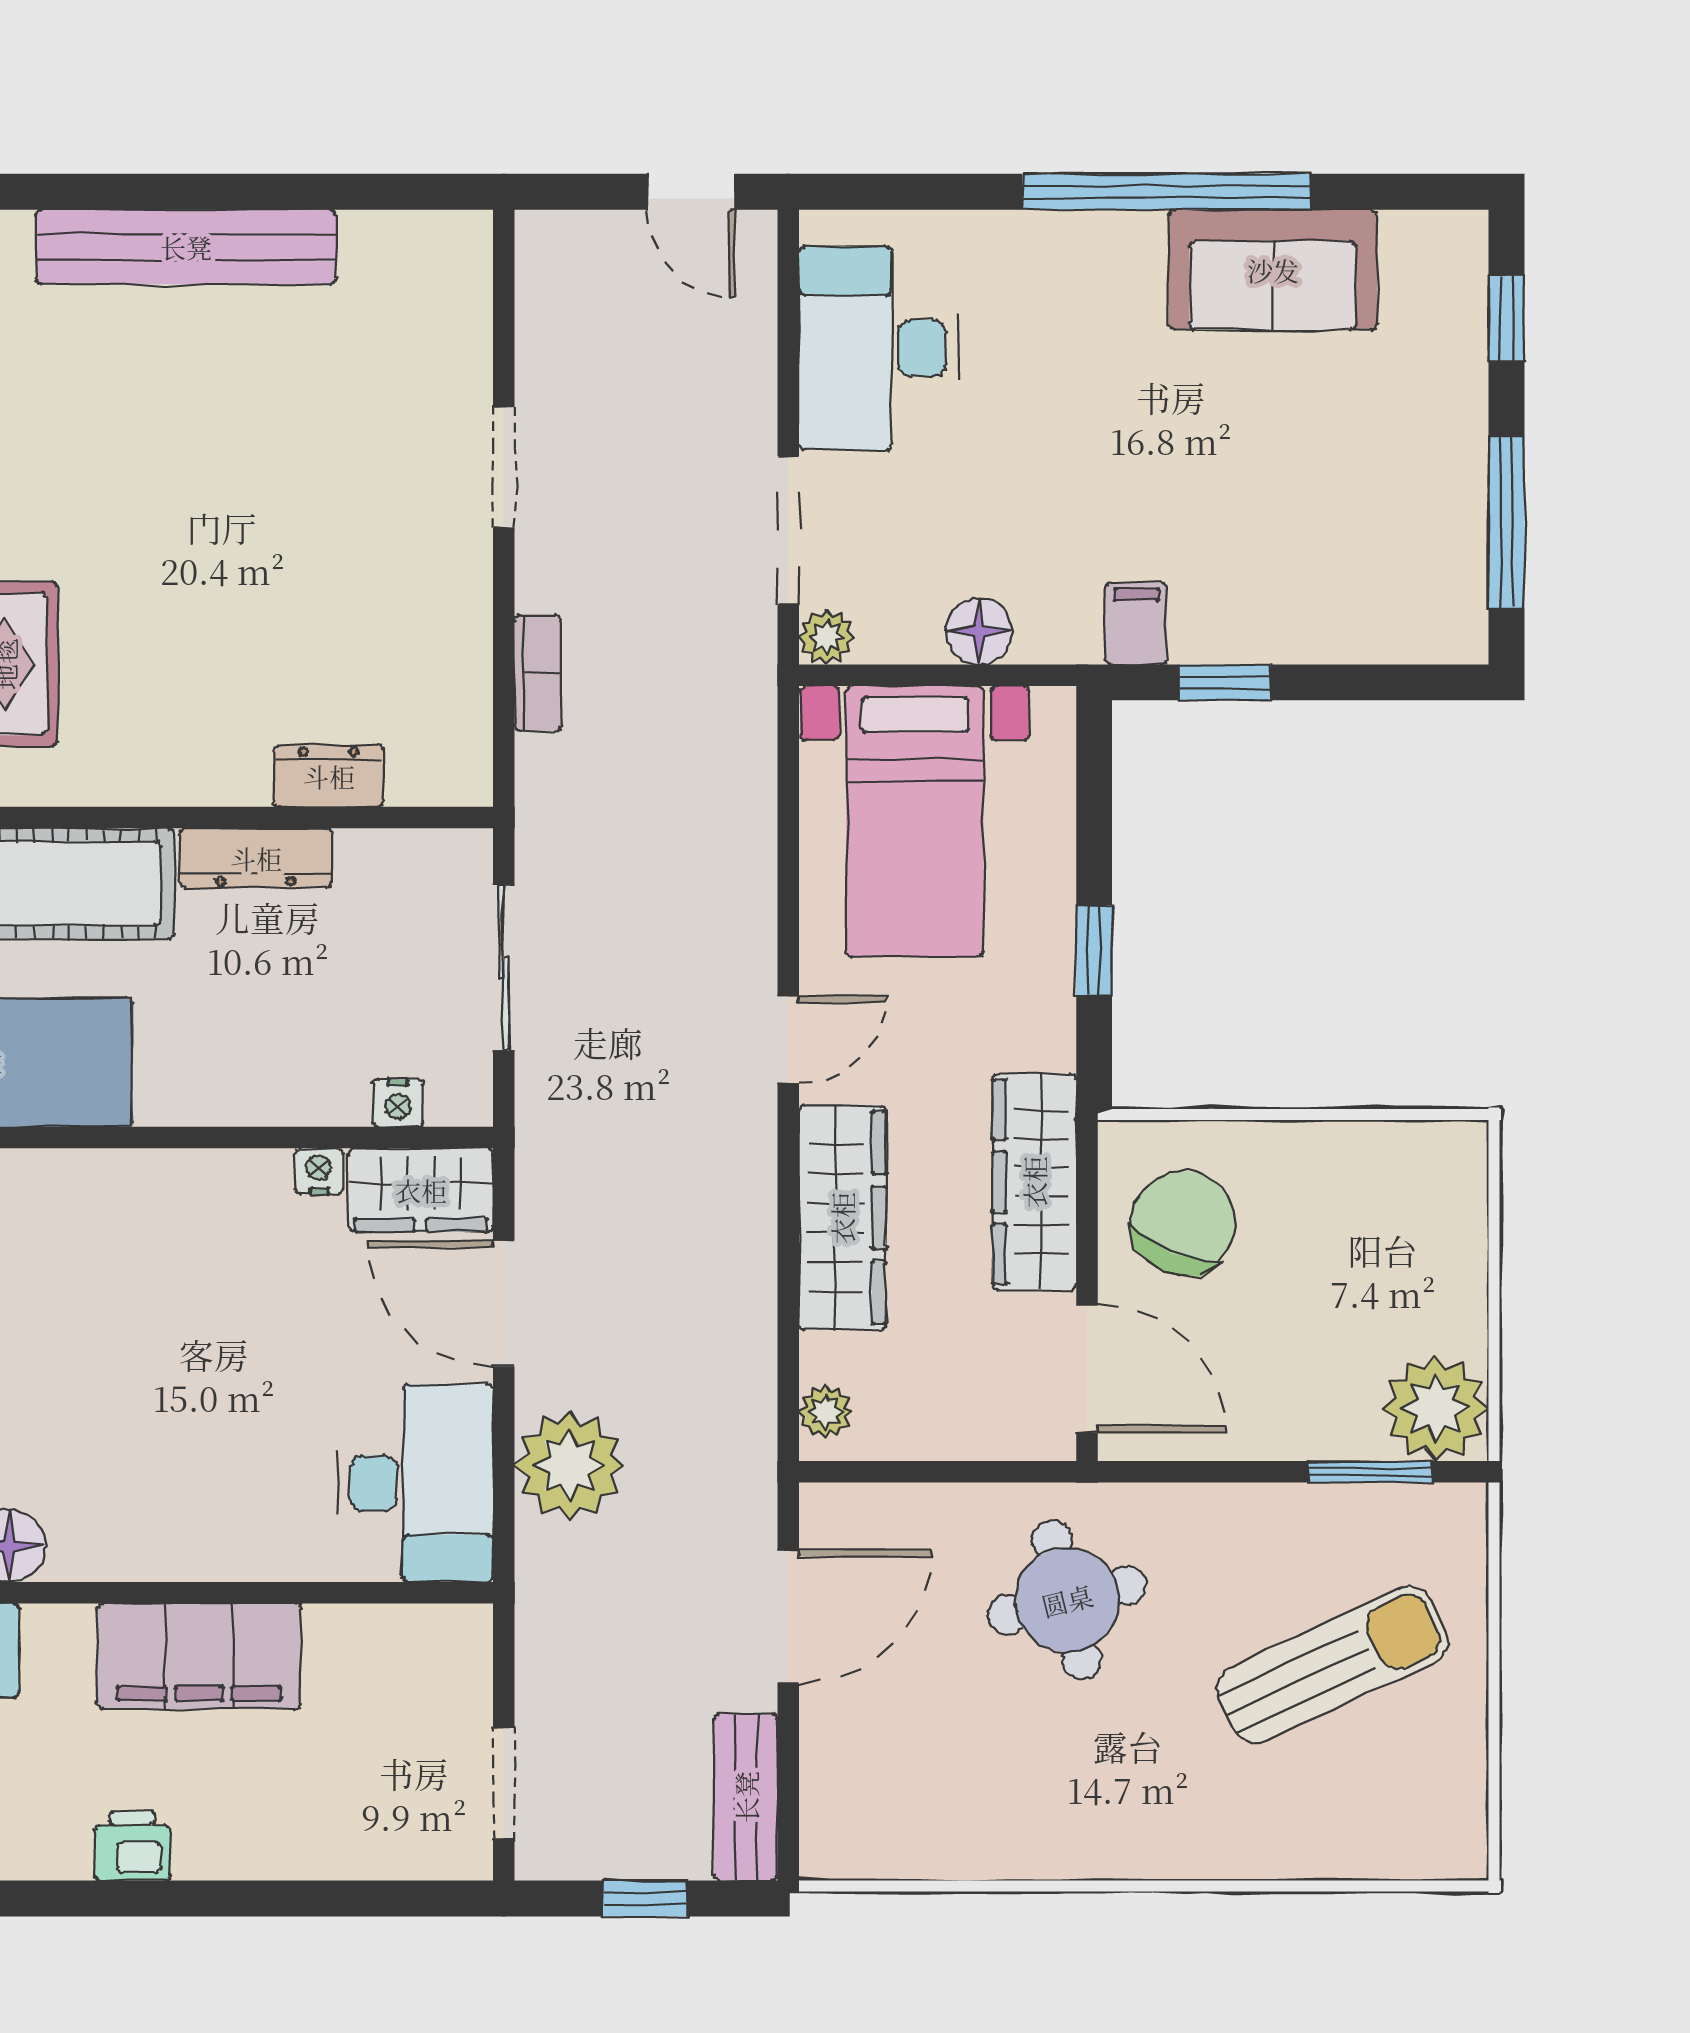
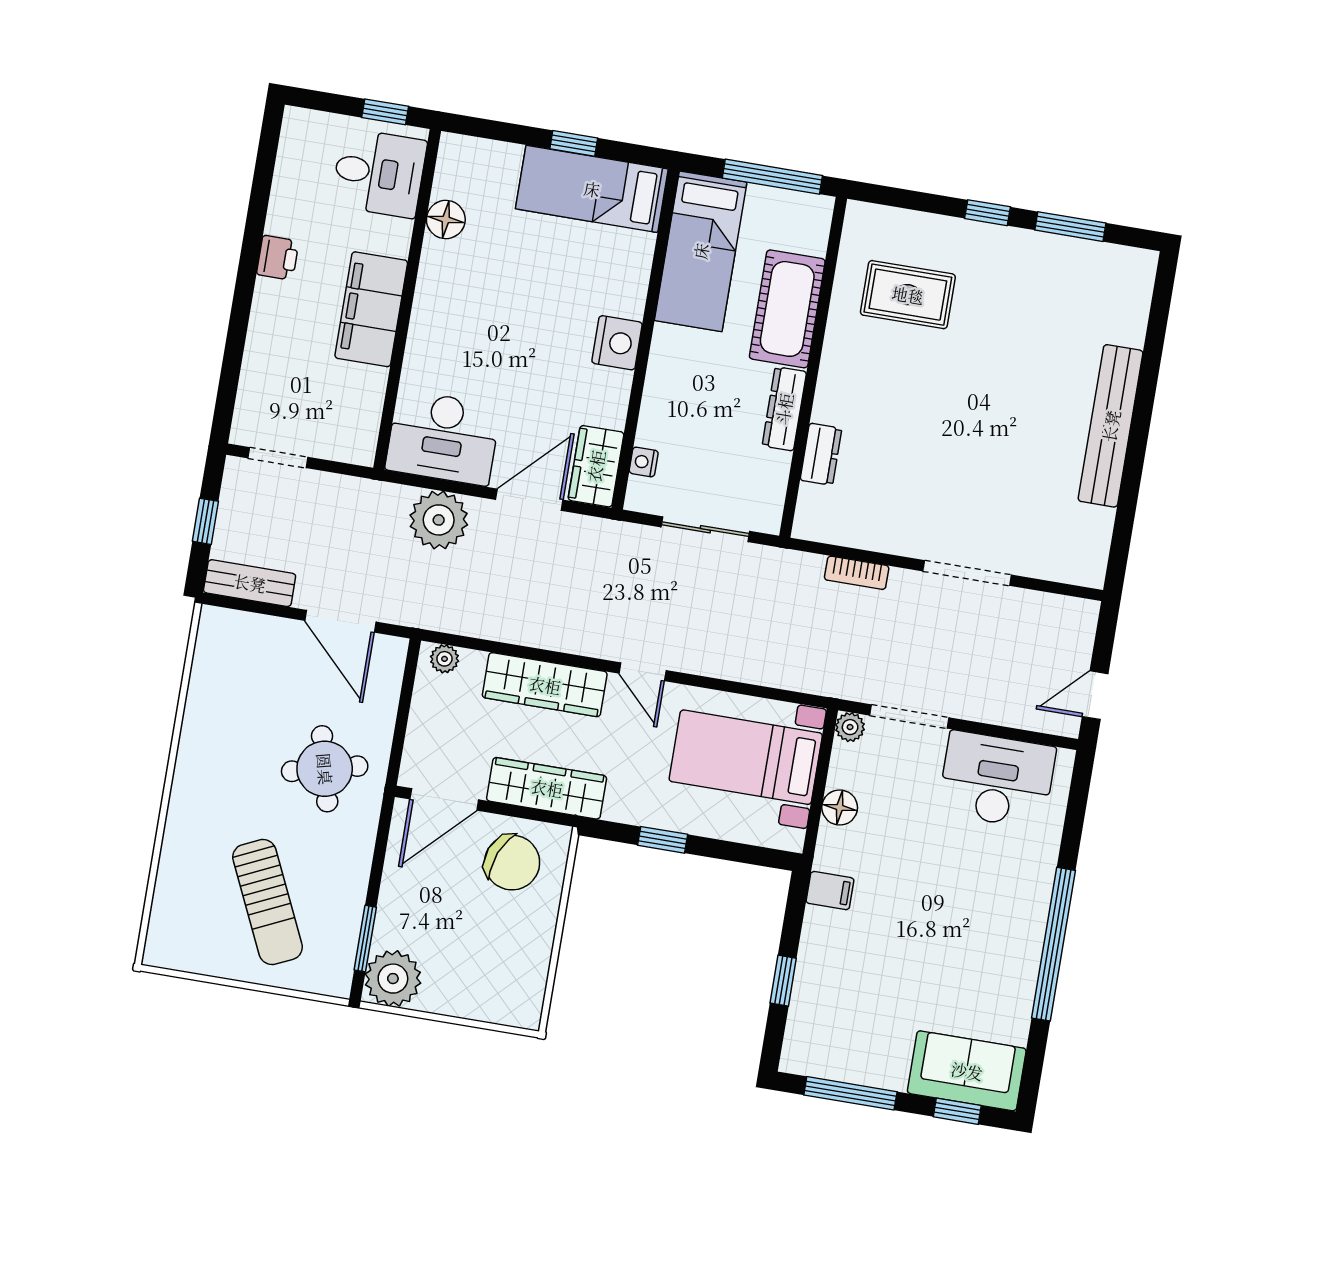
sofa: (1273, 270) -> (967, 1071), moved, turned 90
doorway: (504, 467) -> (967, 573), width x1.38
window: (1225, 682) -> (783, 981), moved
nightstand: (319, 1171) -> (617, 343), moved, width x1.89, depth x1.79

